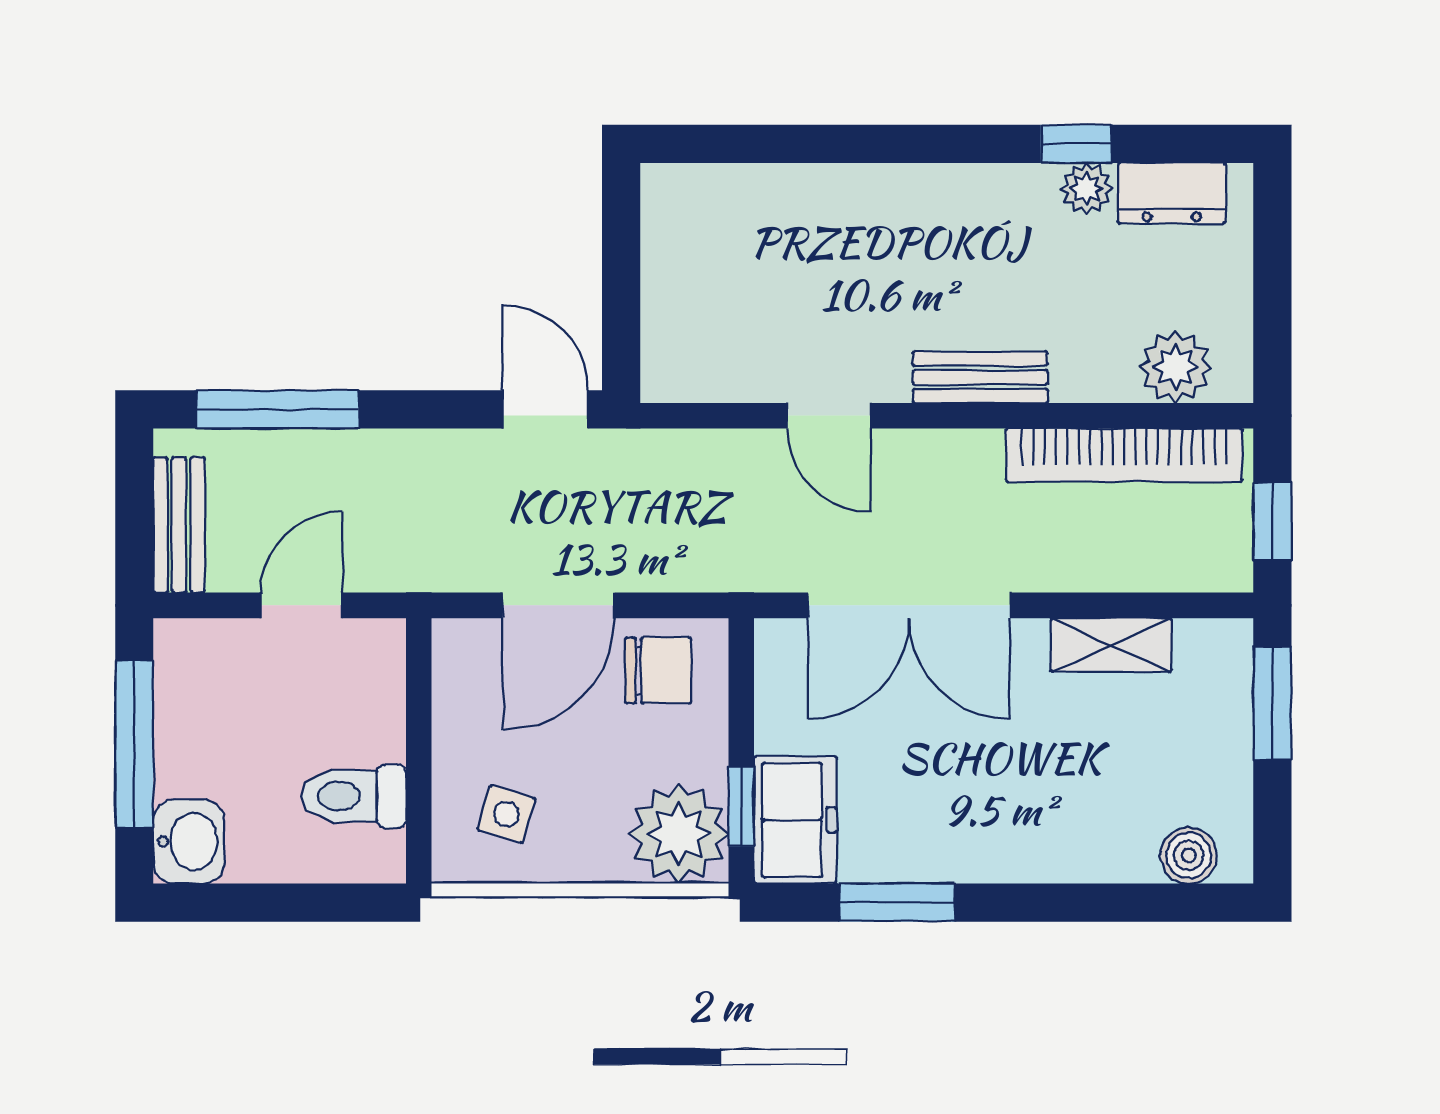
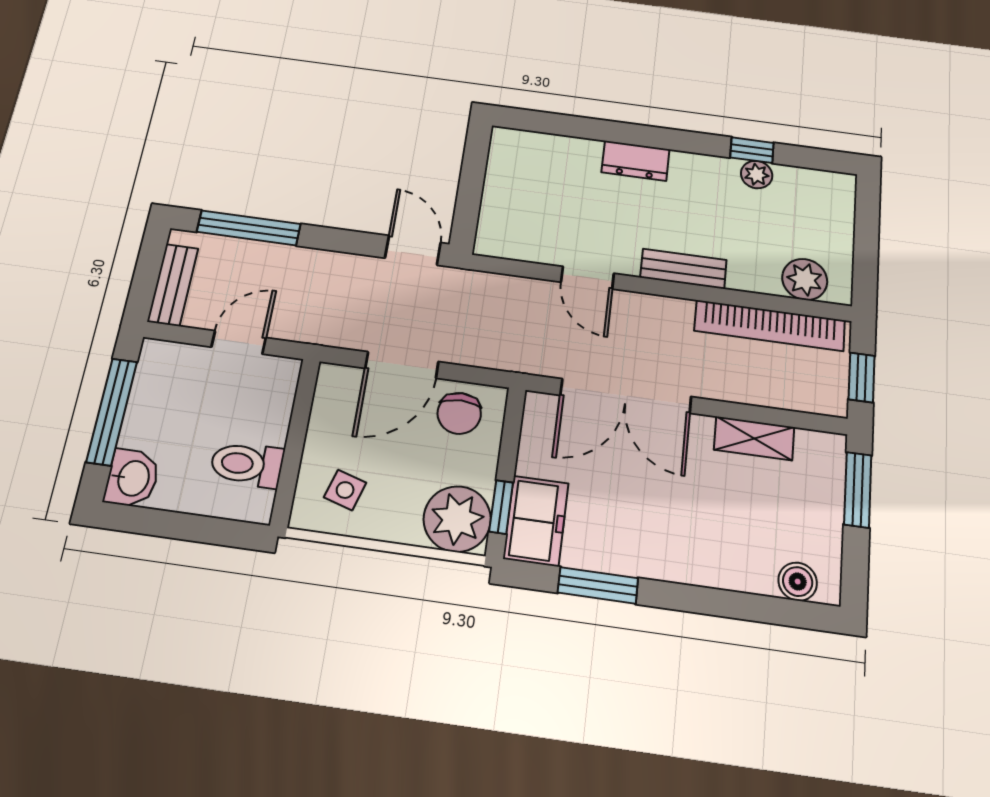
dresser: (1172, 193) -> (636, 161), moved
chair: (658, 670) -> (459, 413), turned 90

